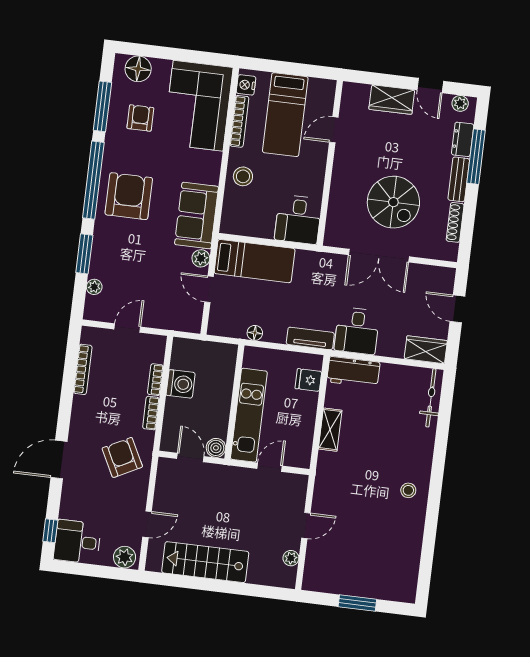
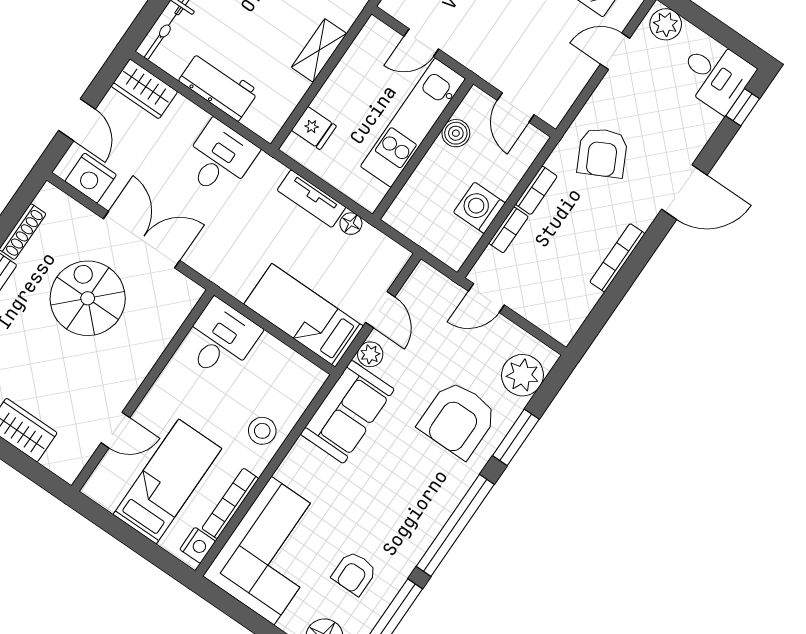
armchair: (129, 196) -> (458, 419), moved
nightstand: (430, 277) -> (91, 178), added
plant: (94, 287) -> (522, 375), width x1.87, depth x1.87
door: (127, 328) -> (486, 298), moved
tv unit: (310, 338) -> (311, 199), moved
bookcase: (83, 369) -> (617, 258), moved
workbench: (353, 372) -> (219, 86), moved
boiler: (216, 448) -> (456, 133), moved

